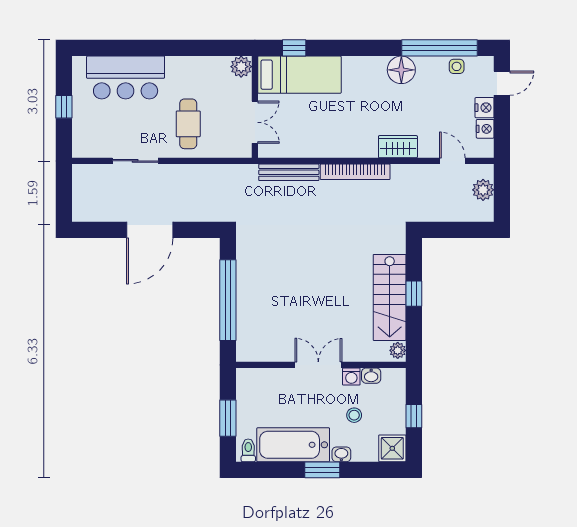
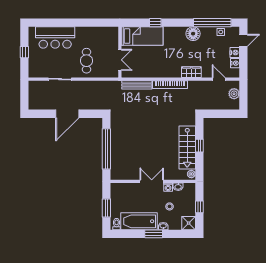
window: (294, 48) -> (155, 23), moved
plant: (241, 67) -> (113, 32), removed

